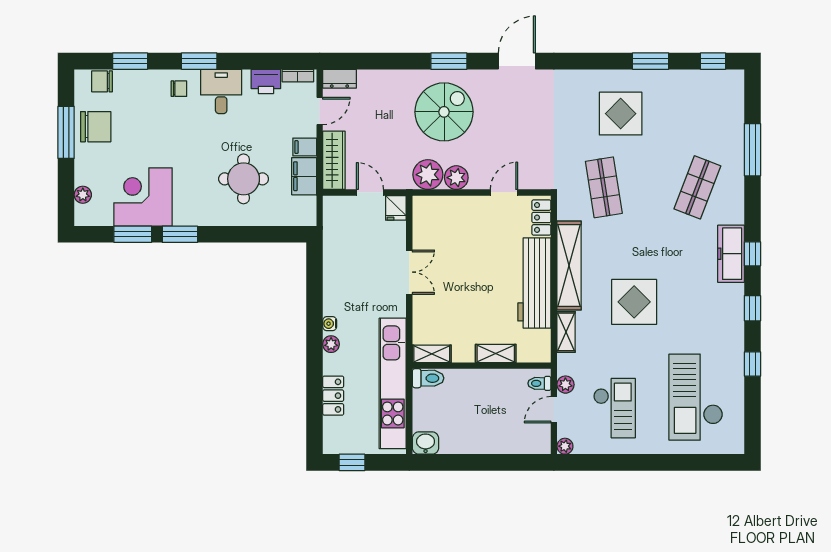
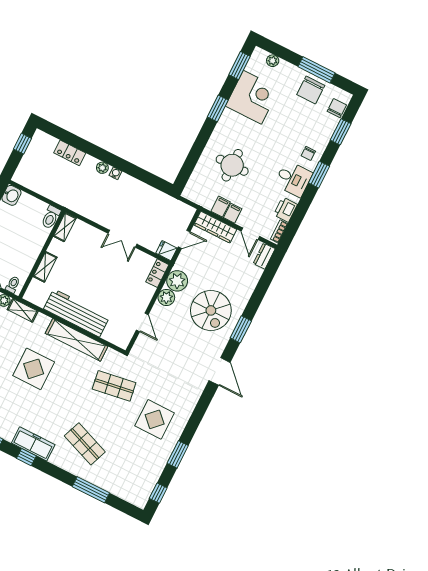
filing cabinet: (304, 176) -> (221, 207), width x0.50
locker: (541, 217) -> (157, 273), moved, turned -90
window: (133, 234) -> (239, 66), moved
shelving: (566, 332) -> (23, 310), moved
kitchen unit: (393, 383) -> (59, 194), removed

